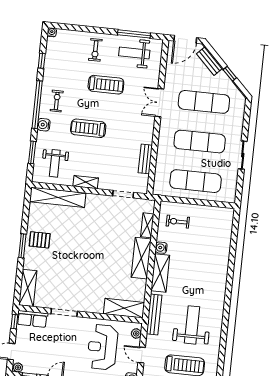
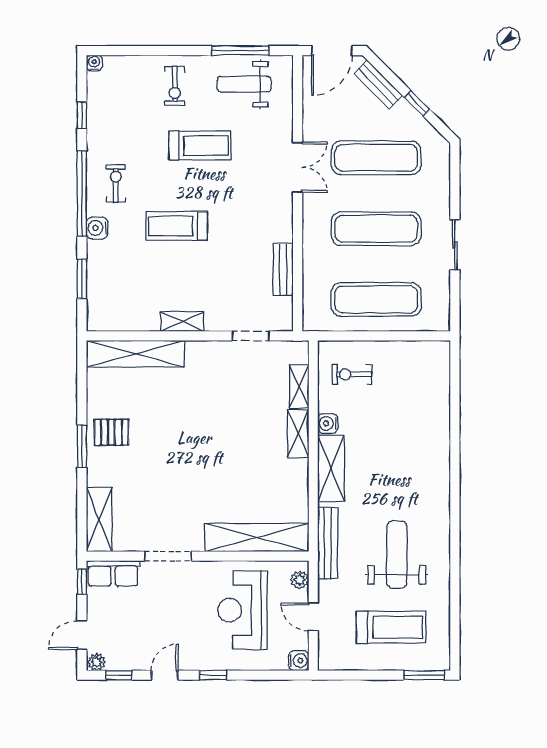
double door: (159, 103) -> (298, 167), swing flipped
weight bench: (55, 163) -> (124, 294), removed
shelving: (141, 258) -> (298, 434), width x0.67, depth x0.75
shelving: (124, 308) -> (257, 537), width x1.47

